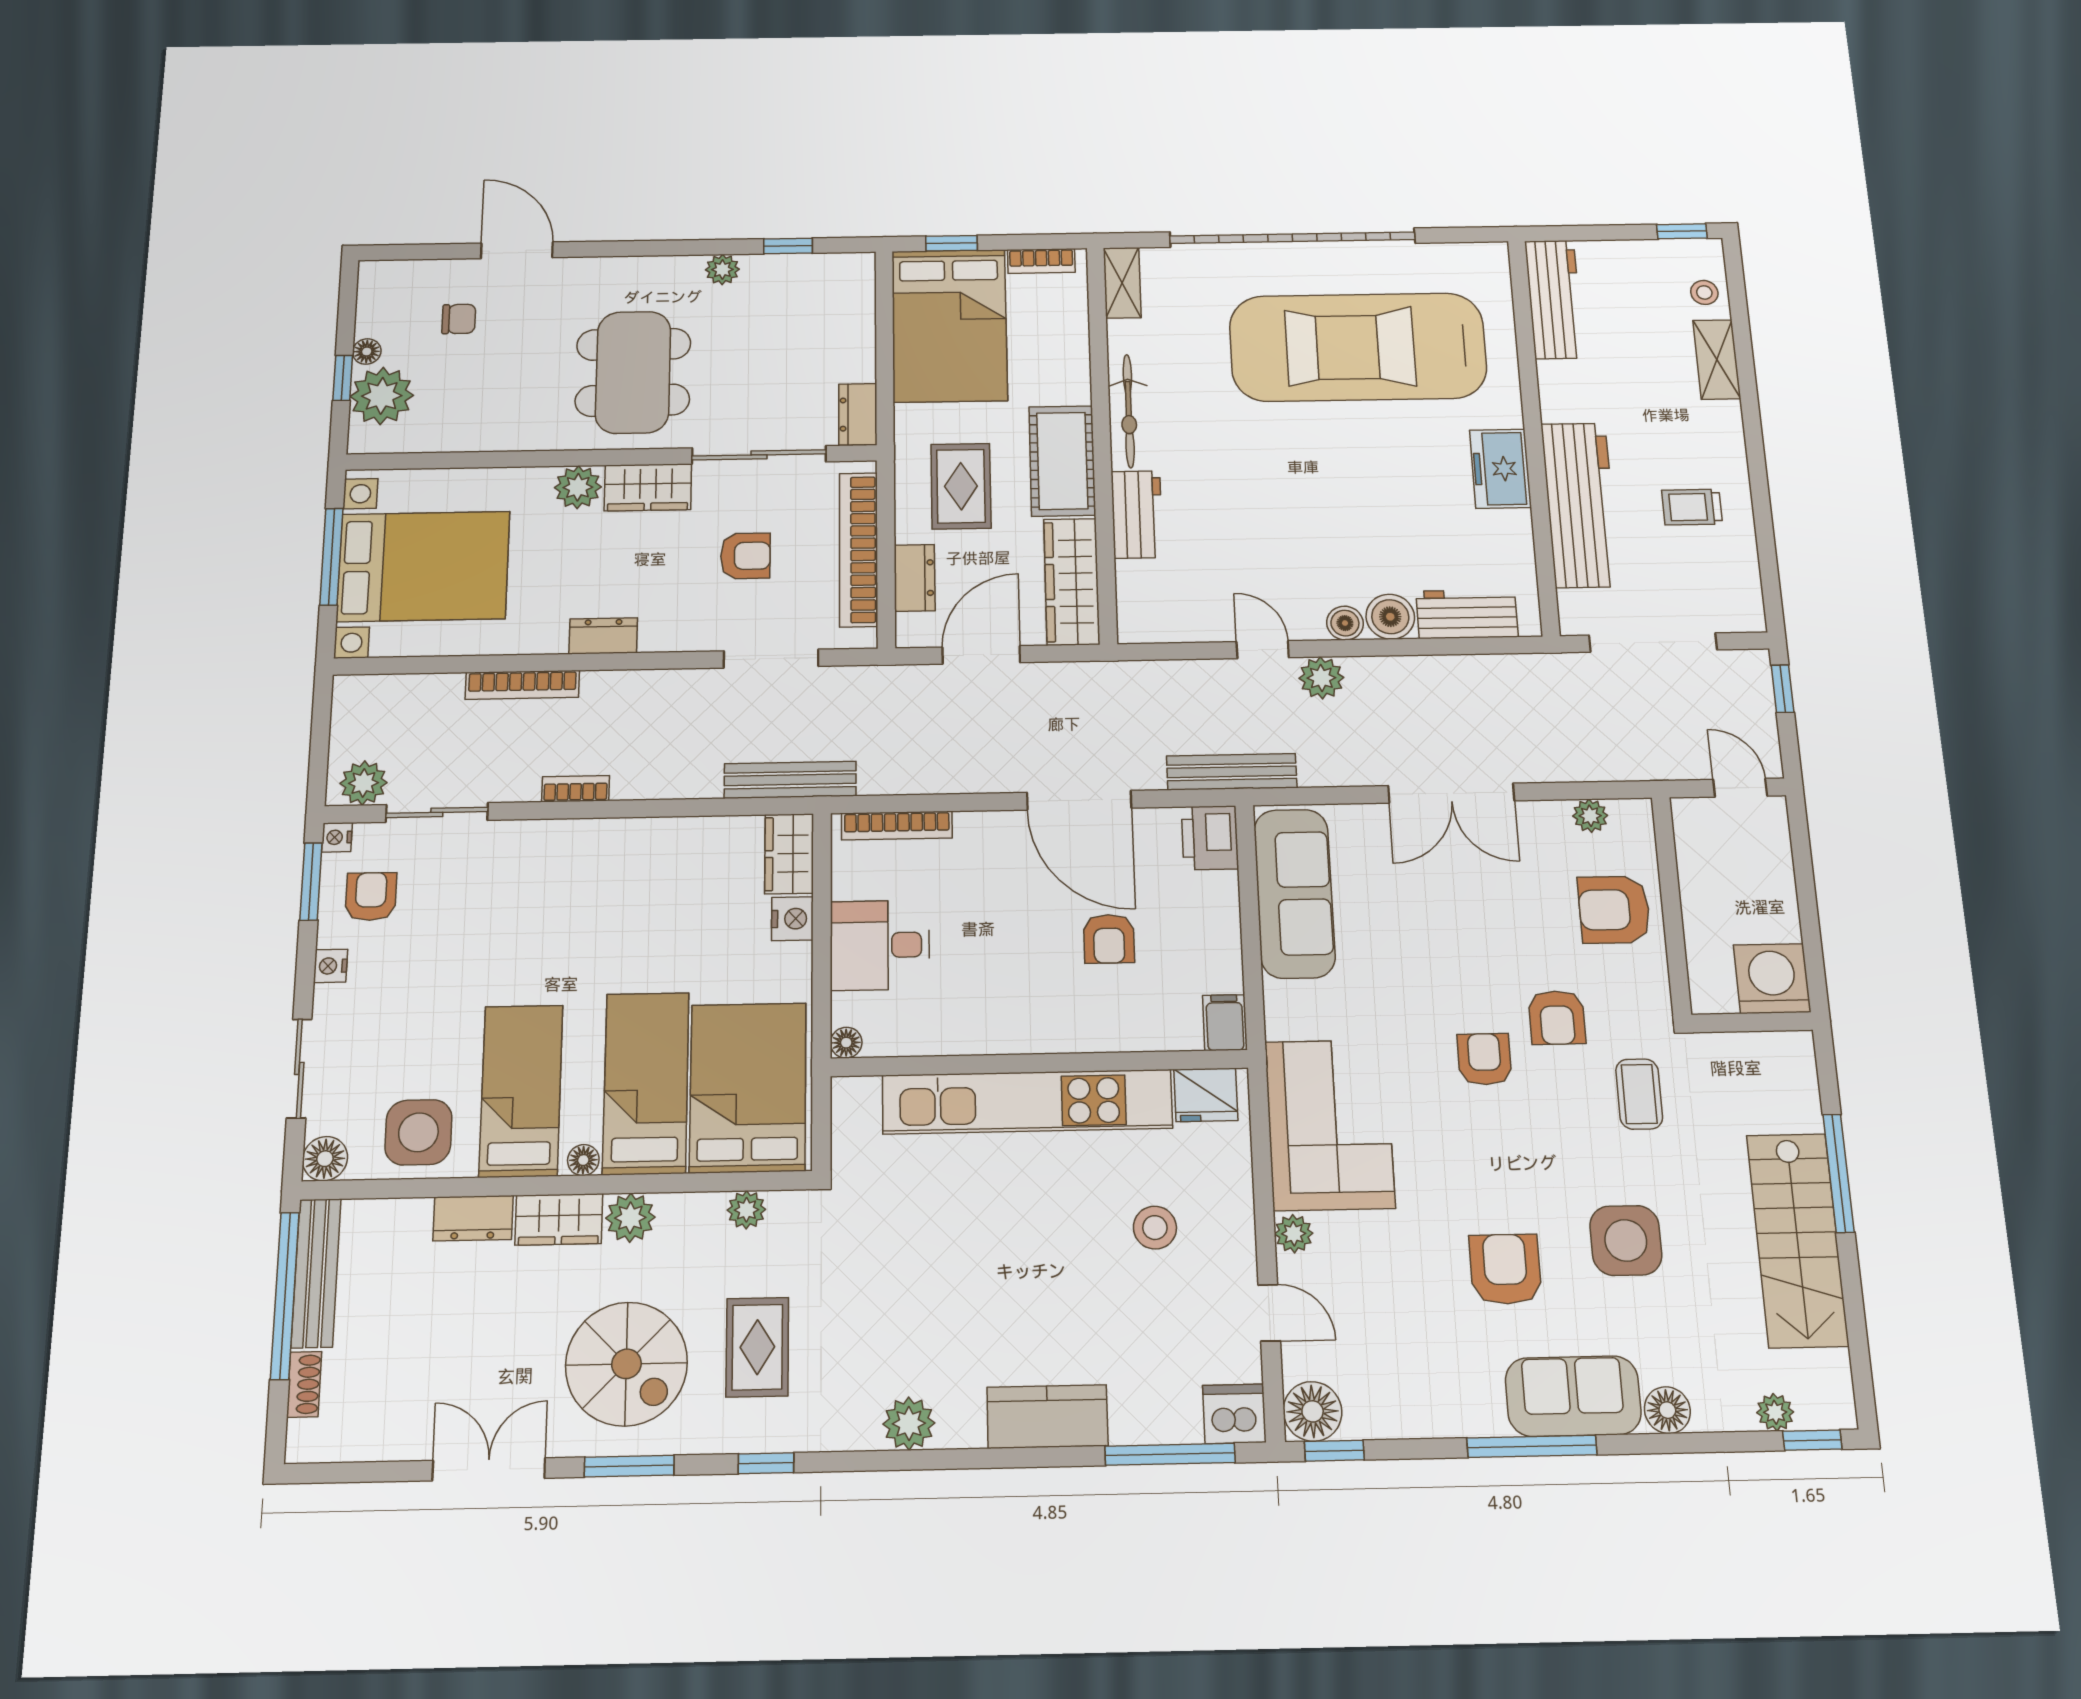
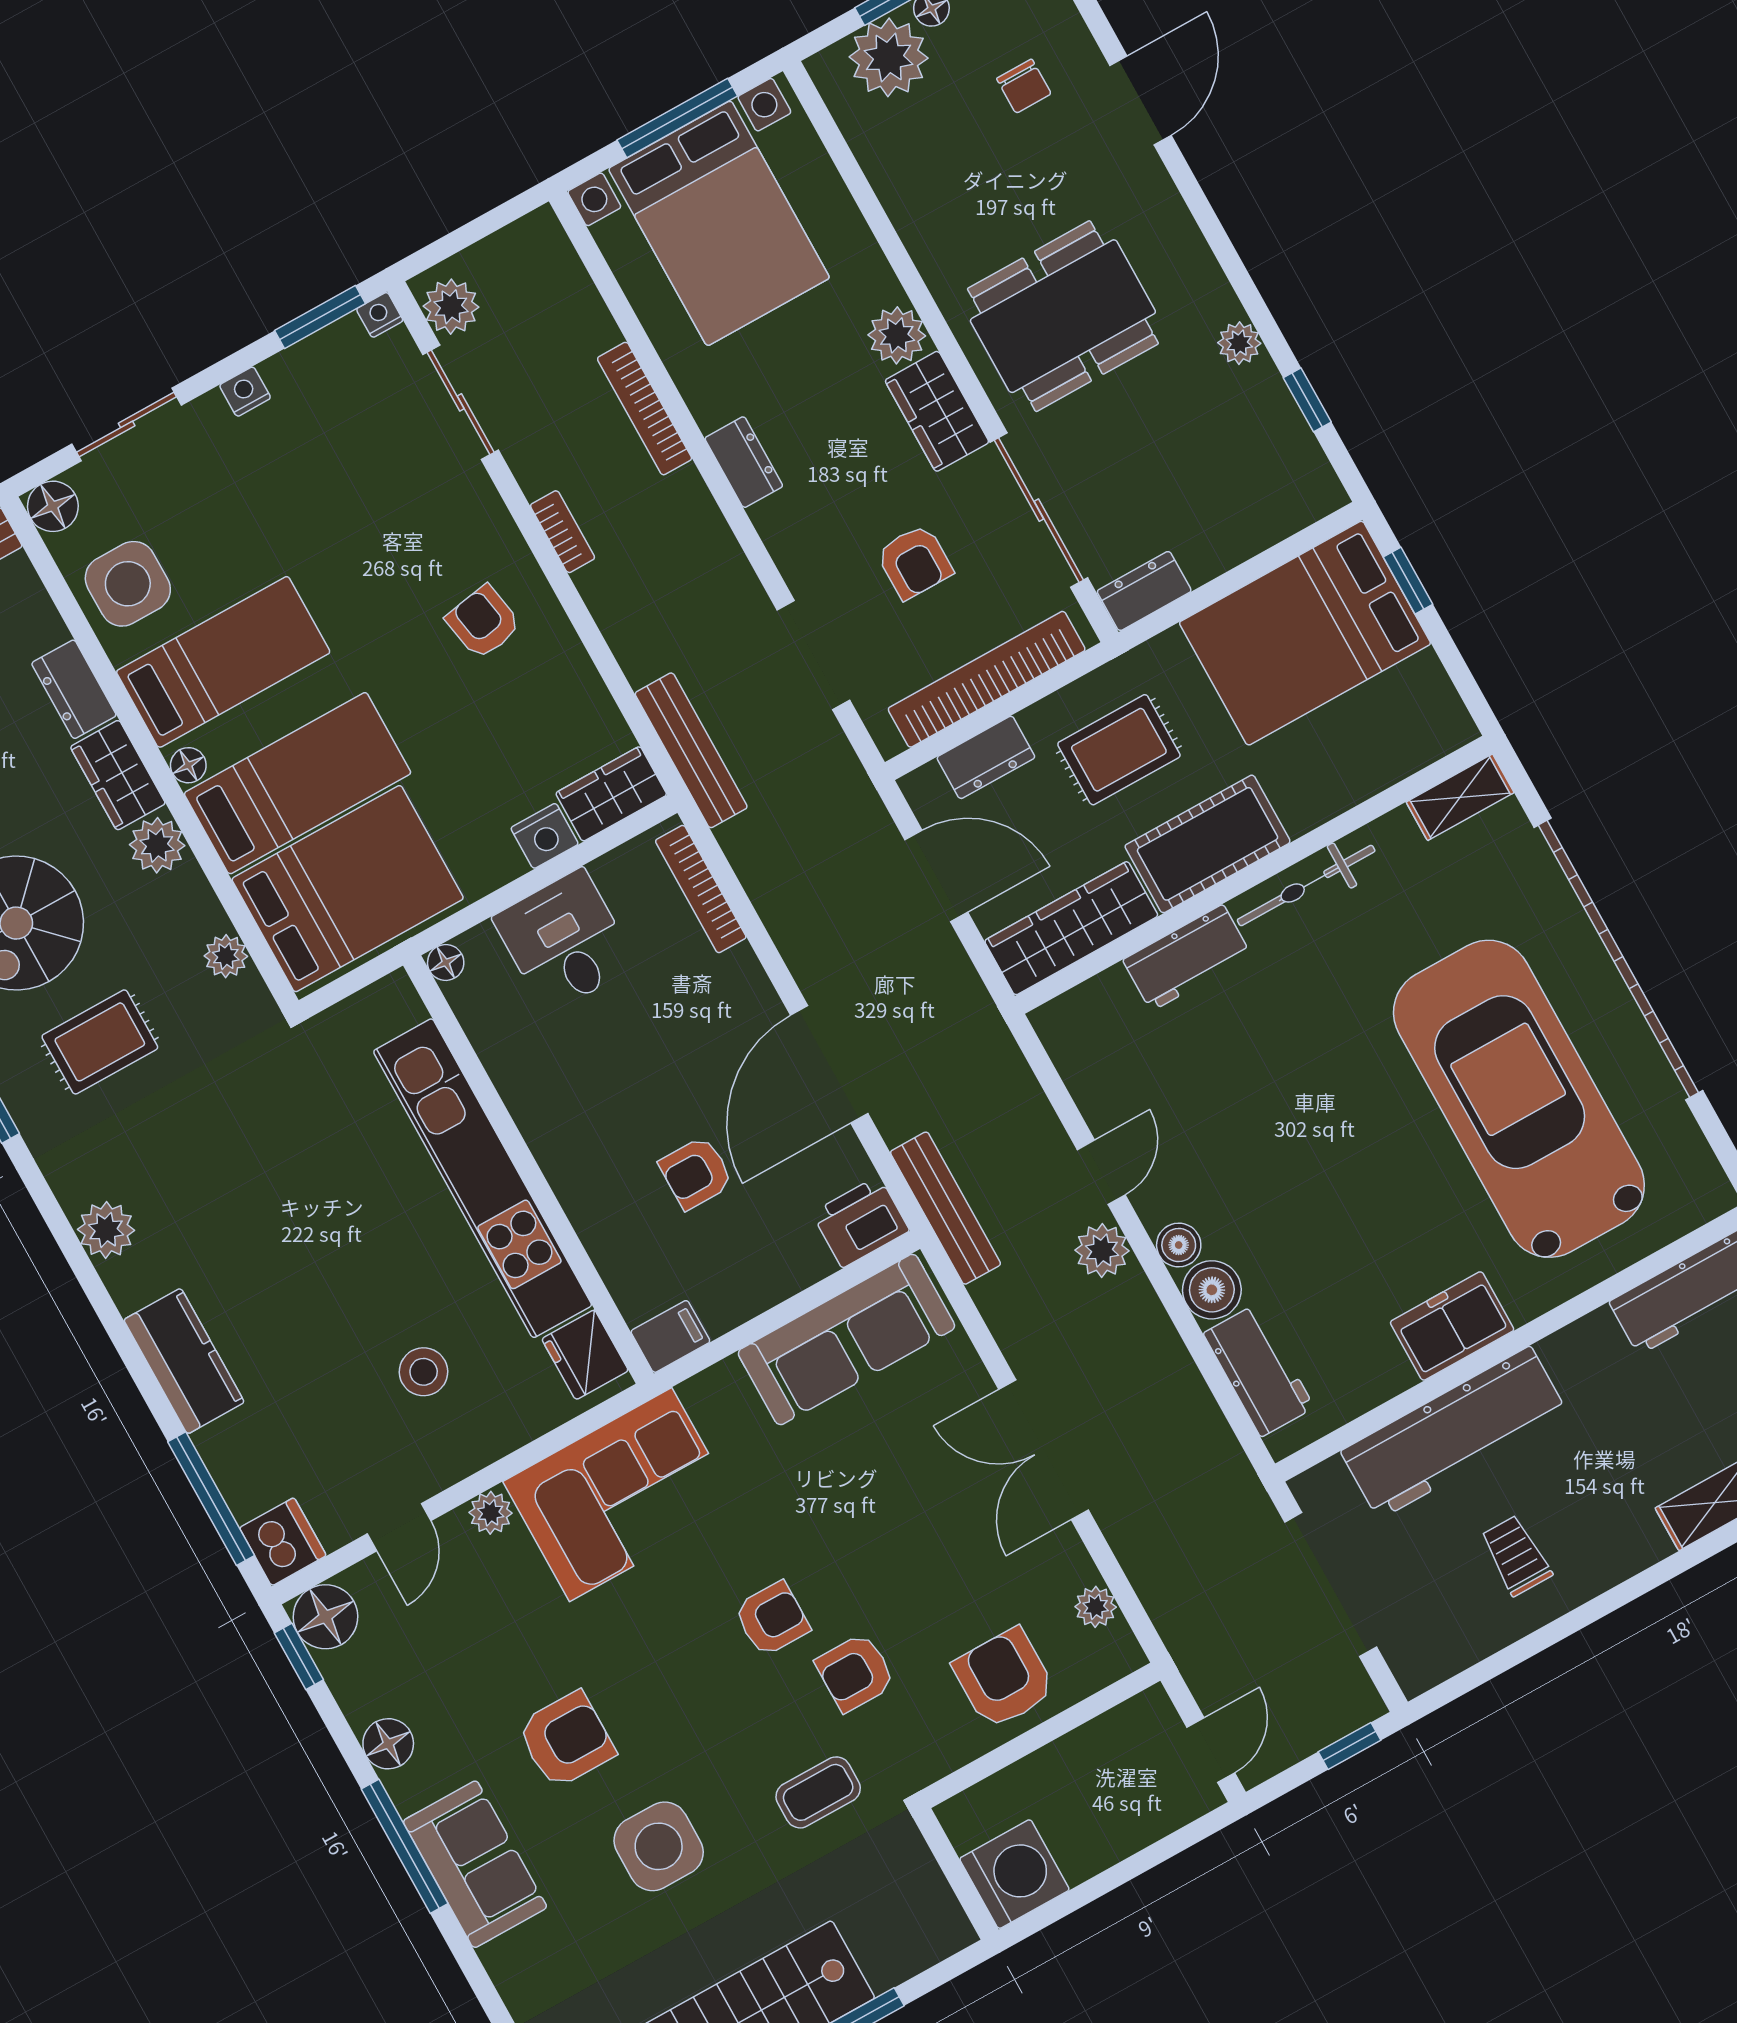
bookcase: (1041, 261) -> (1439, 693), removed
armchair: (371, 896) -> (483, 622), moved, turned -100
floor lamp: (1667, 1410) -> (388, 1744), moved

